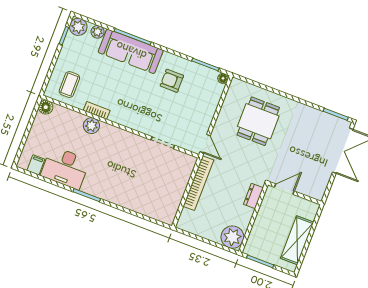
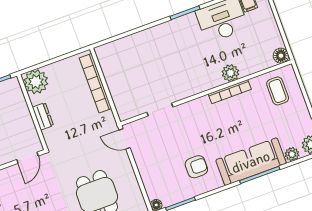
bookcase: (97, 111) -> (230, 92), width x1.56
bookcase: (198, 183) -> (95, 83), moved
dresser: (253, 196) -> (43, 116), moved

